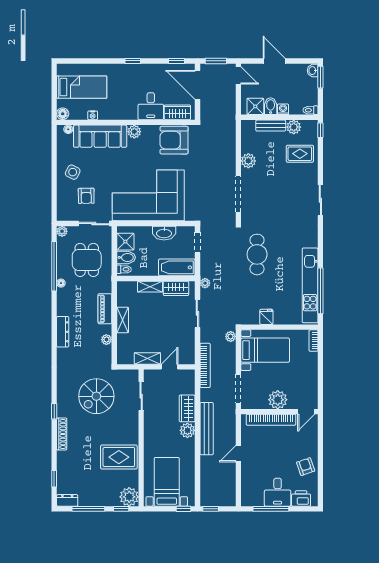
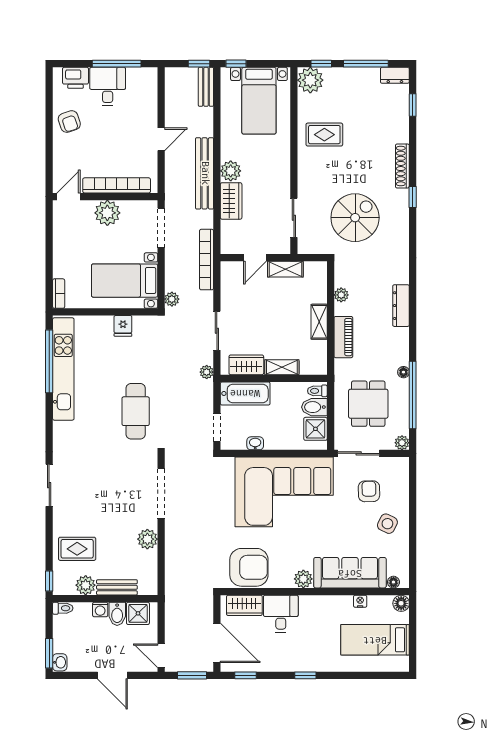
washbasin: (164, 233) -> (255, 443), width x0.52, depth x0.69
rug: (119, 457) -> (324, 135), width x0.73, depth x0.70
bench: (206, 492) -> (206, 87), added

